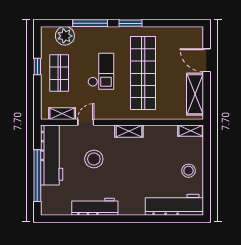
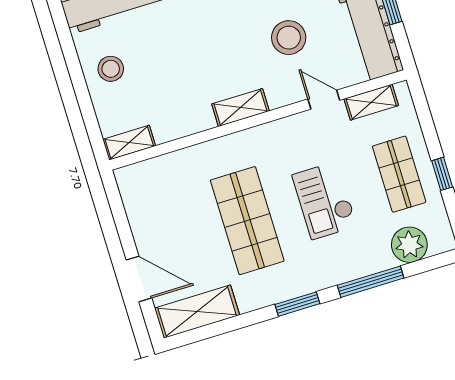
shop shelf: (143, 73) -> (247, 221), width x0.71
shelving: (195, 94) -> (197, 312), moved, turned 90
door: (86, 122) -> (324, 100), swing flipped

